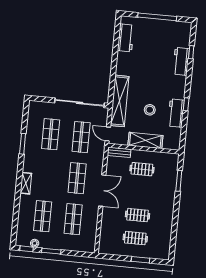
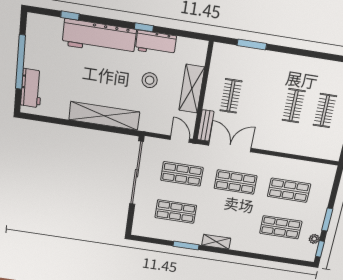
workbench: (126, 38) -> (31, 88), moved, turned 90
workbench: (181, 61) -> (99, 37), width x1.88, depth x1.32
shelving: (120, 101) -> (104, 116), moved
door: (108, 134) -> (180, 139), swing flipped
shelving: (26, 183) -> (216, 242), moved
double door: (102, 191) -> (230, 147), moved

